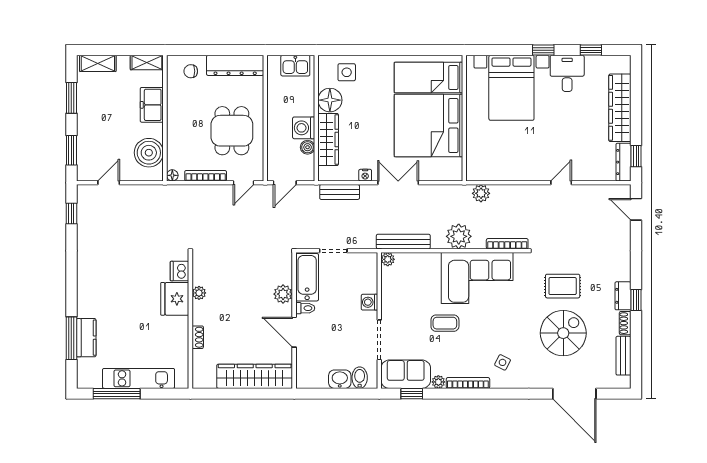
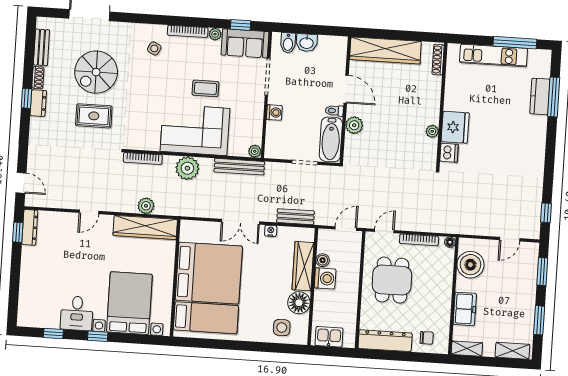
wardrobe: (620, 108) -> (145, 227), moved, turned 90
plant: (481, 193) -> (146, 206), moved
corner sofa: (477, 278) -> (195, 130), moved
shoe rack: (198, 337) -> (438, 60), moved, width x1.43

